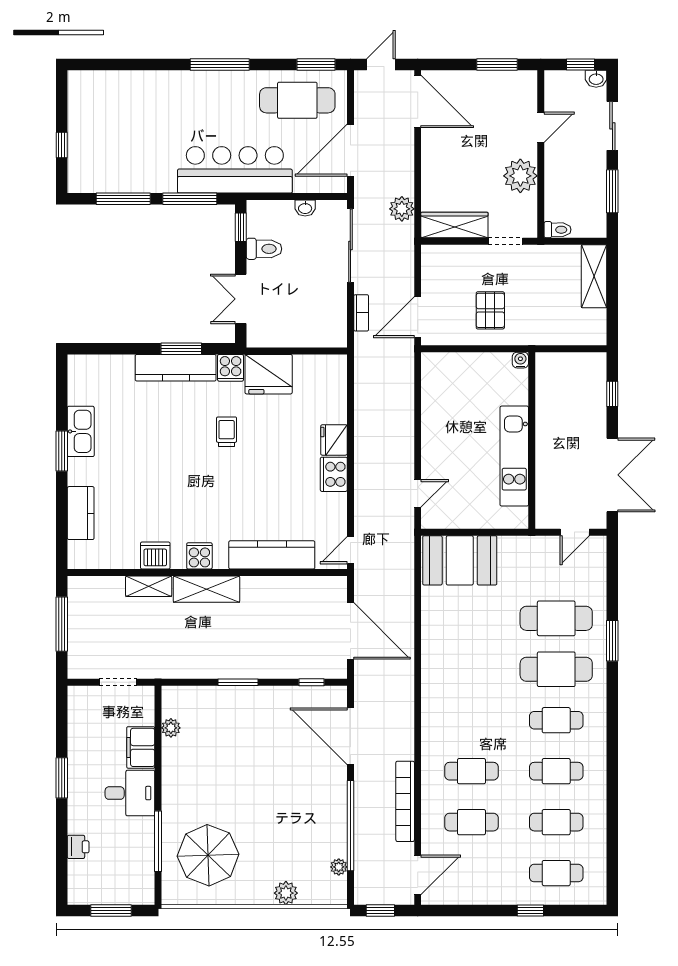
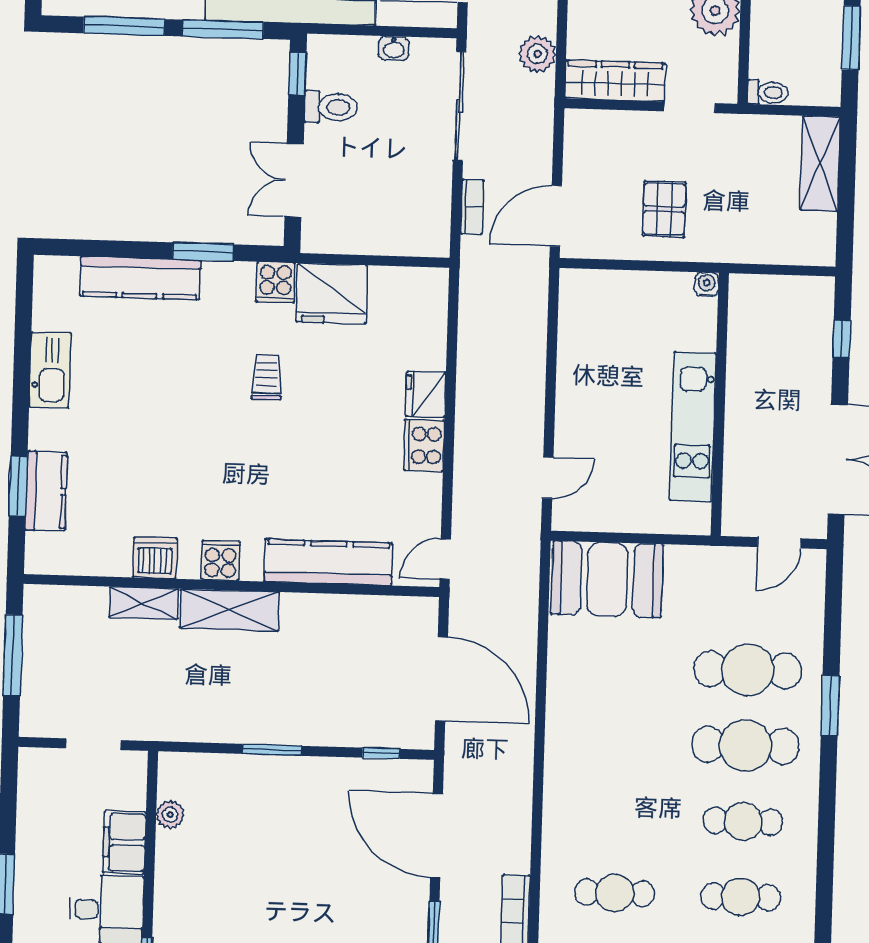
kitchen counter: (176, 368) -> (140, 278), moved
window: (62, 451) -> (18, 486), moved

